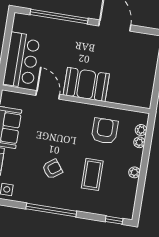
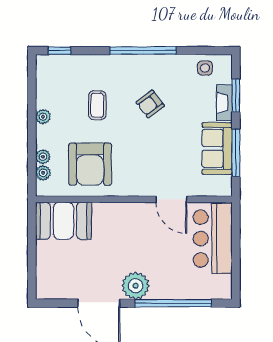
plant: (85, 34) -> (136, 286), added
booth: (86, 84) -> (63, 221), moved
armchair: (105, 131) -> (90, 164), width x1.36, depth x1.36
coffee table: (92, 174) -> (97, 105), width x0.73, depth x0.77

